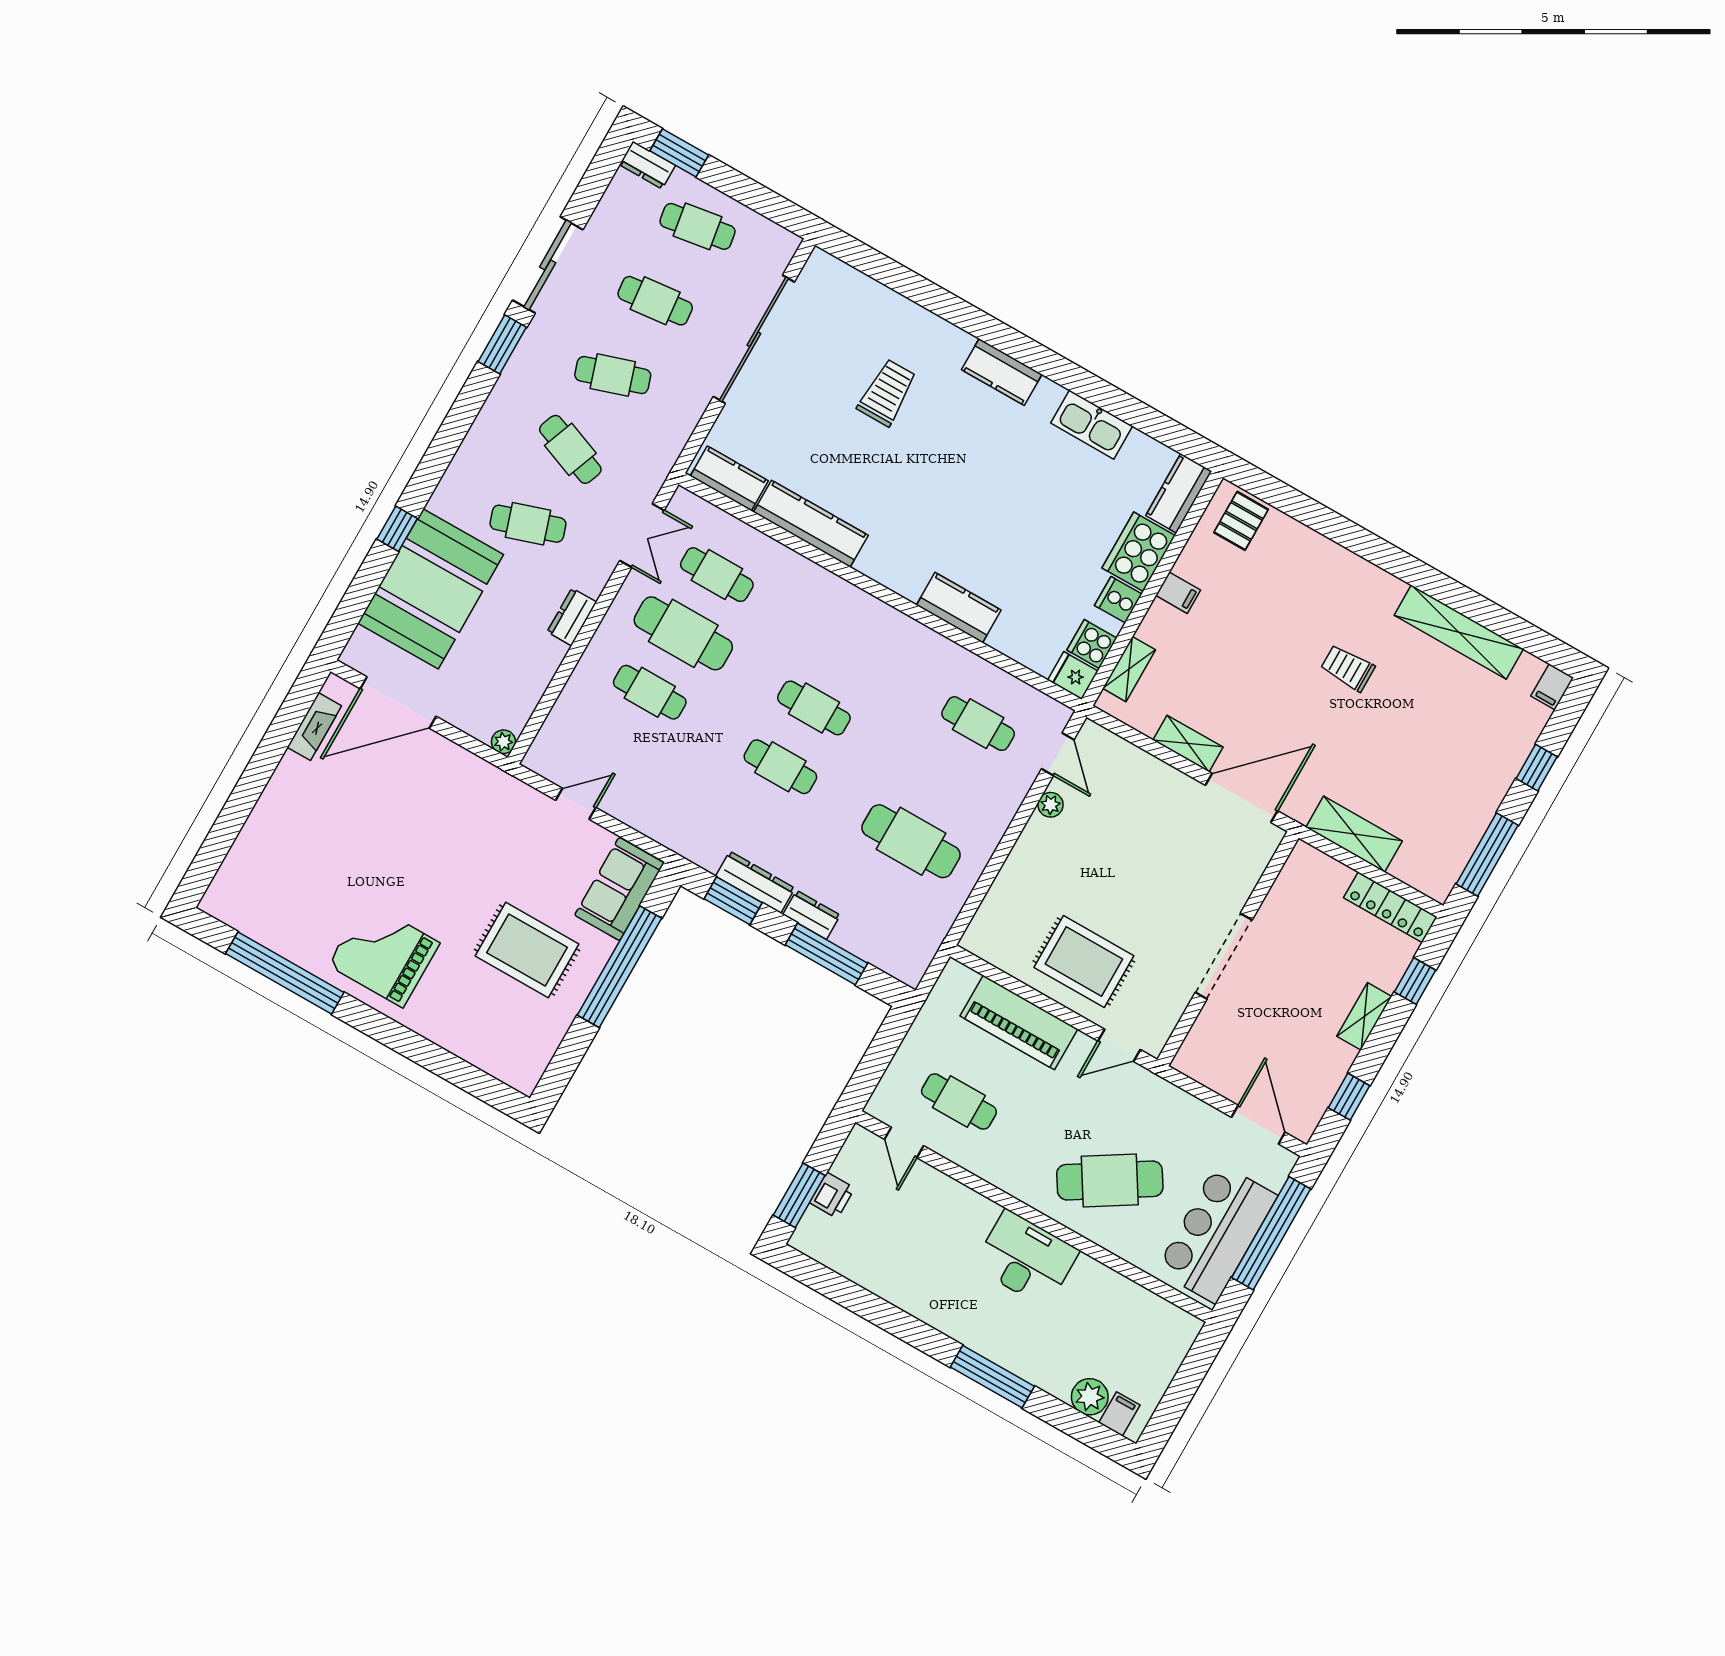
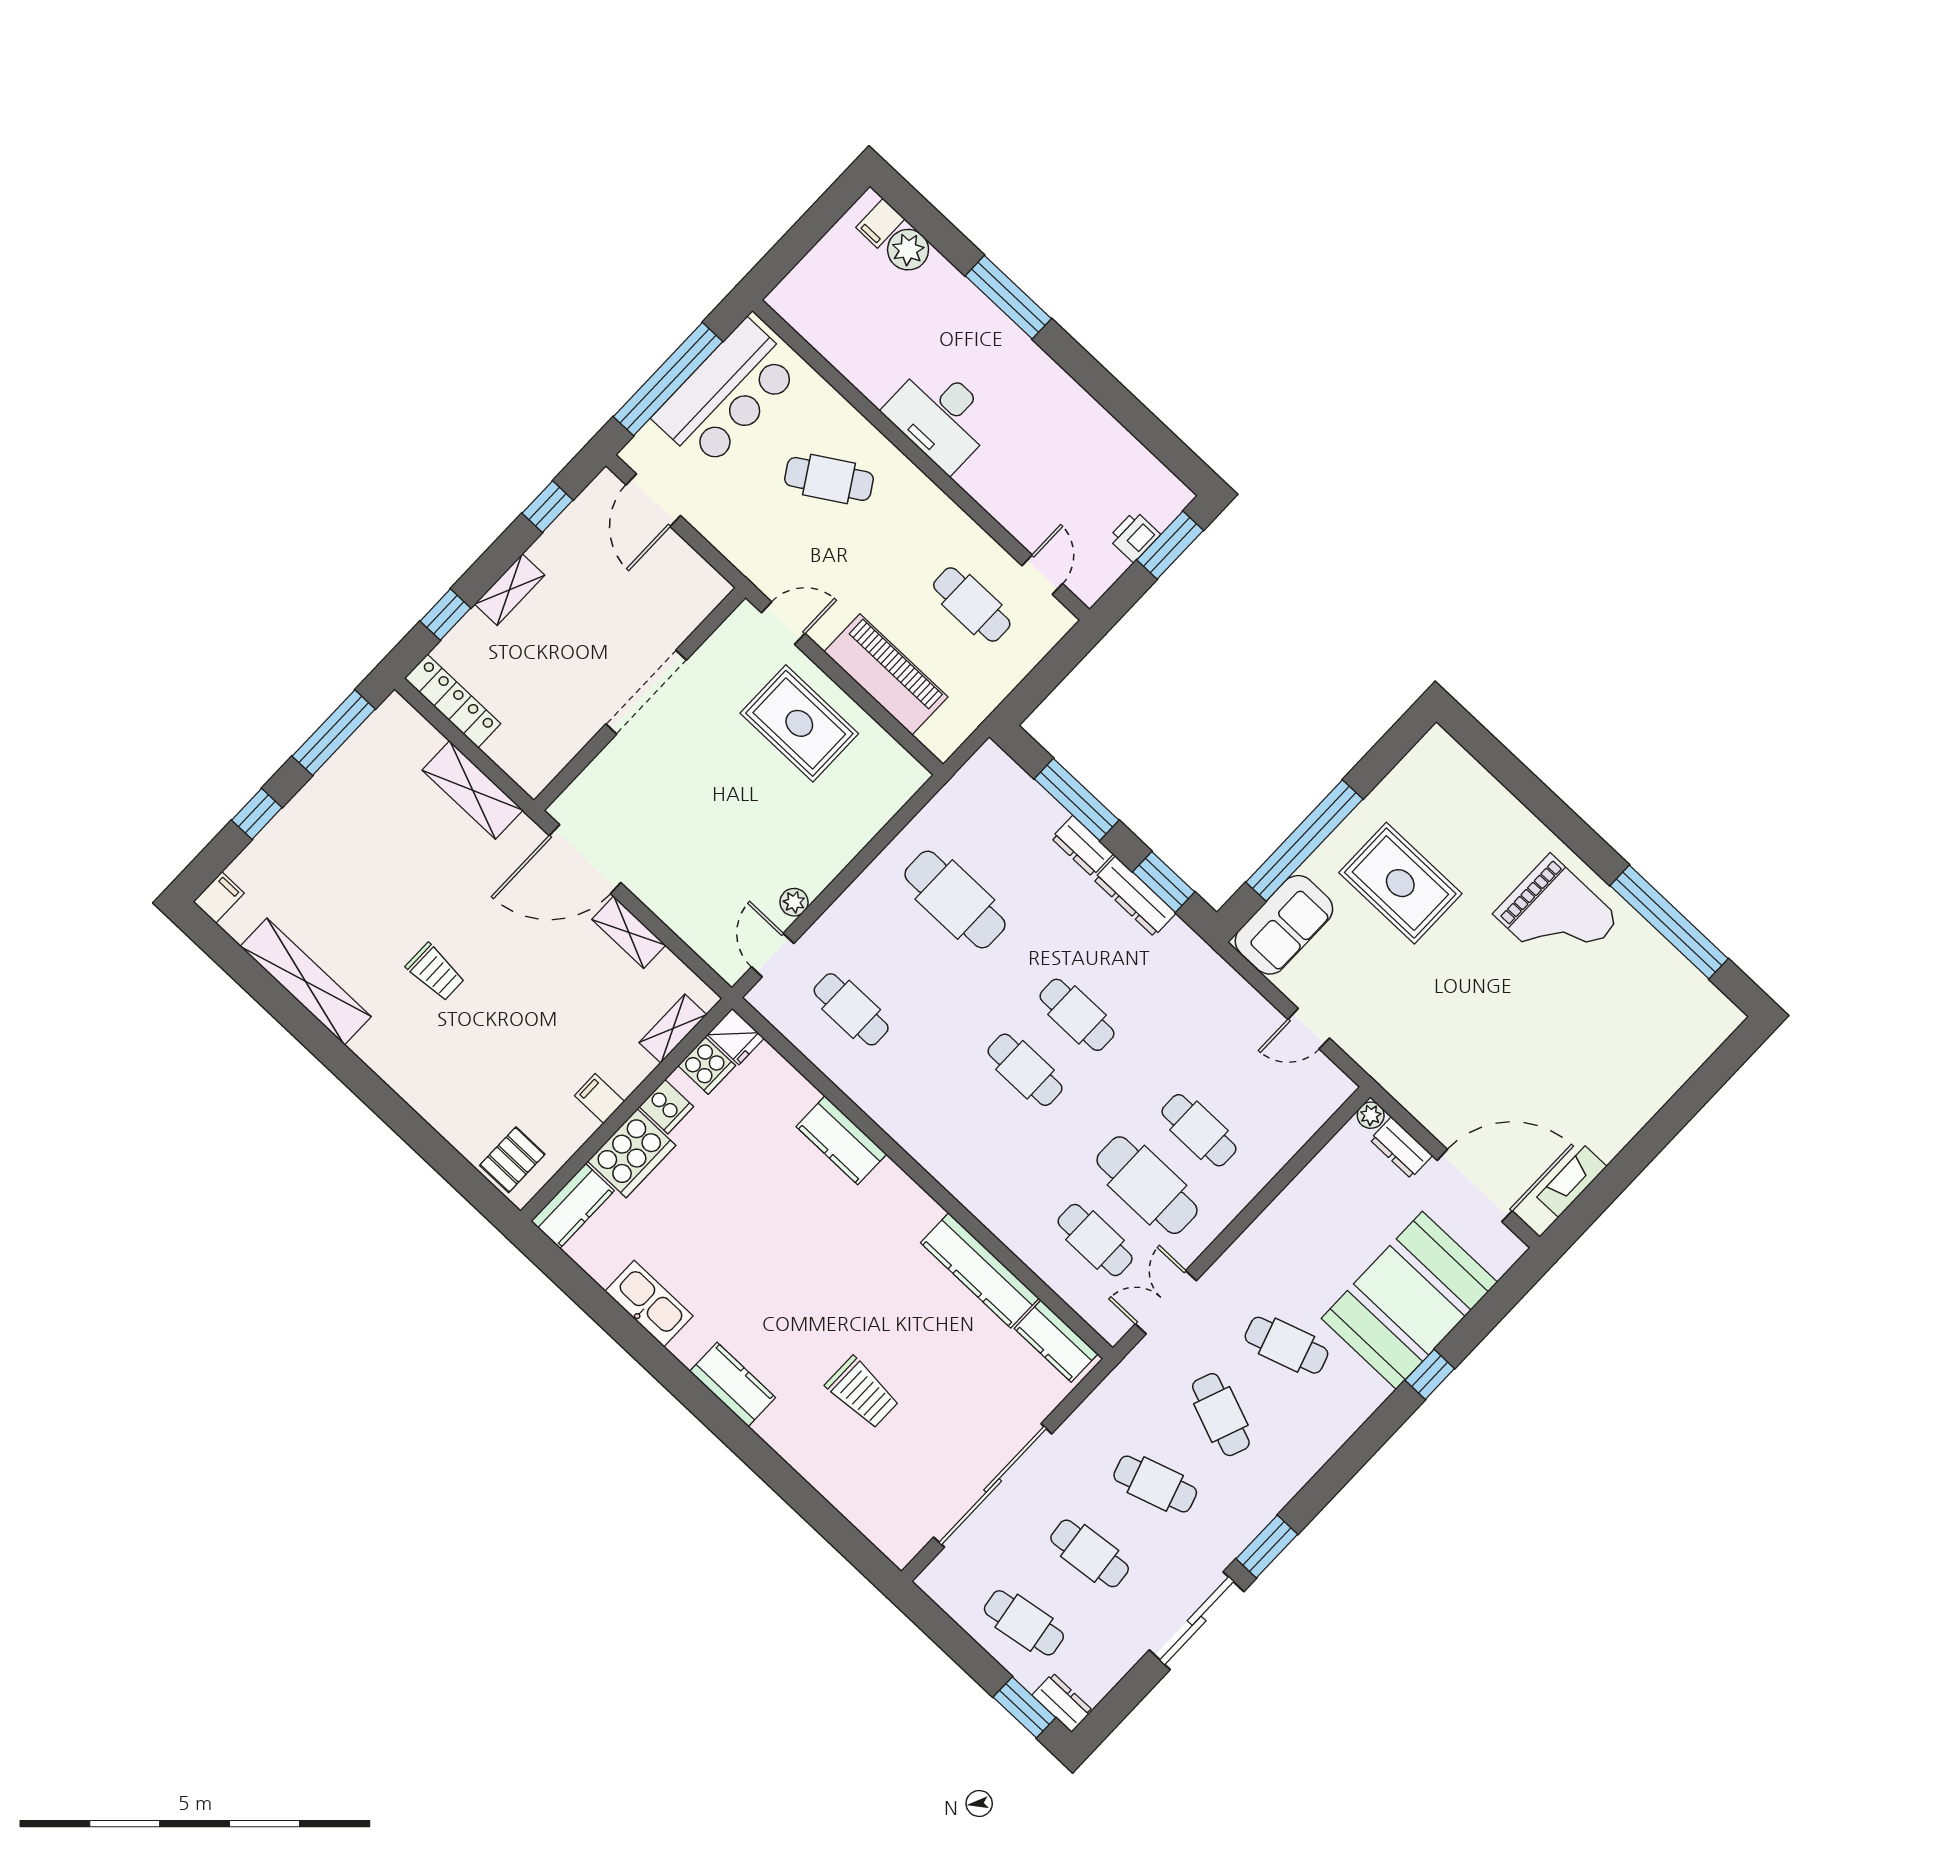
trolley: (887, 393) -> (862, 1393), turned -90
dresser: (572, 617) -> (1401, 1148), moved, turned 90
cafe table: (1110, 1180) -> (829, 479), width x0.73, depth x0.74

